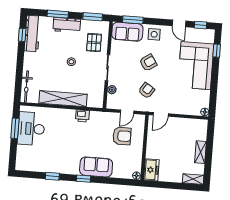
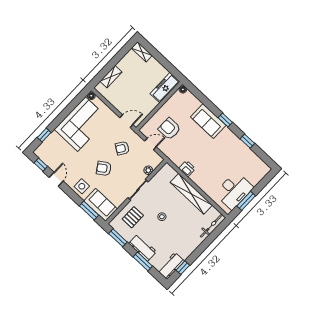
workbench: (32, 34) -> (171, 266), width x0.73
corner sofa: (196, 66) -> (81, 124), moved
shelving: (201, 152) -> (111, 77), moved
freezer: (151, 170) -> (165, 88), width x1.40

